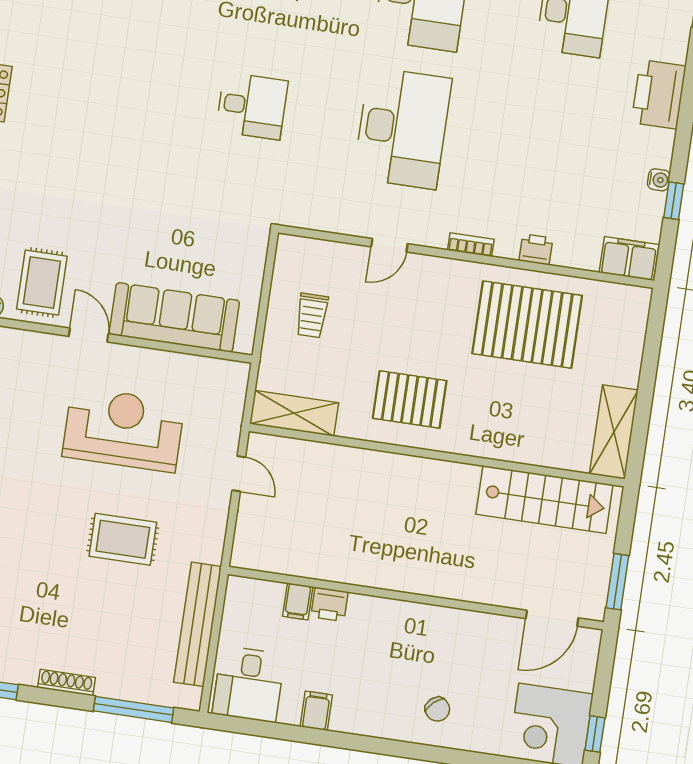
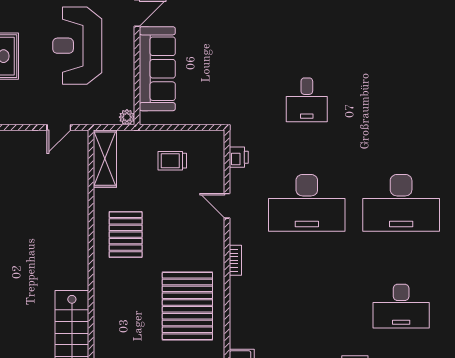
printer: (536, 249) -> (239, 157), moved
plant: (239, 372) -> (127, 117), added
reception desk: (123, 429) -> (77, 46), turned 180

